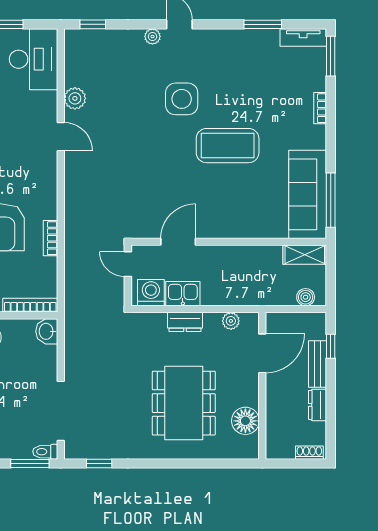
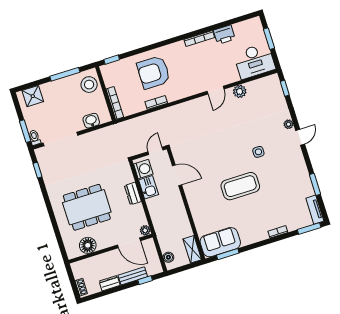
side table: (182, 99) -> (258, 152), width x0.54, depth x0.54
coffee table: (228, 146) -> (240, 186), turned 90
sofa: (308, 194) -> (220, 242), width x0.73
window: (331, 200) -> (228, 254), width x0.69
plant: (231, 321) -> (145, 230), moved
washbasin: (47, 331) -> (91, 121), moved

